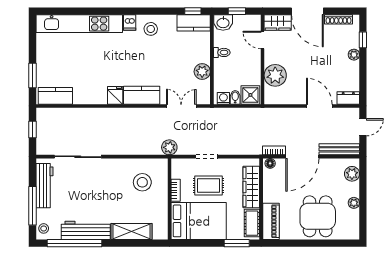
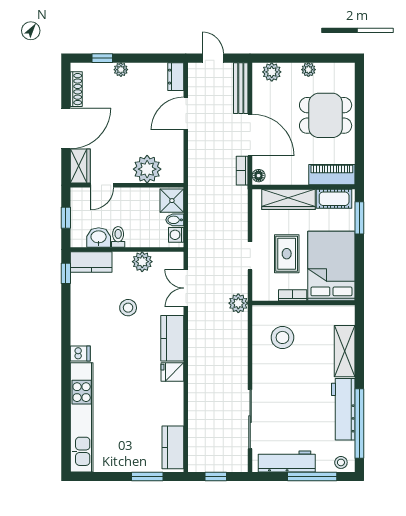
washbasin: (223, 22) -> (99, 237), moved, turned -90
kitchen counter: (194, 23) -> (91, 262), moved, turned 90
stool: (151, 29) -> (128, 308), moved

